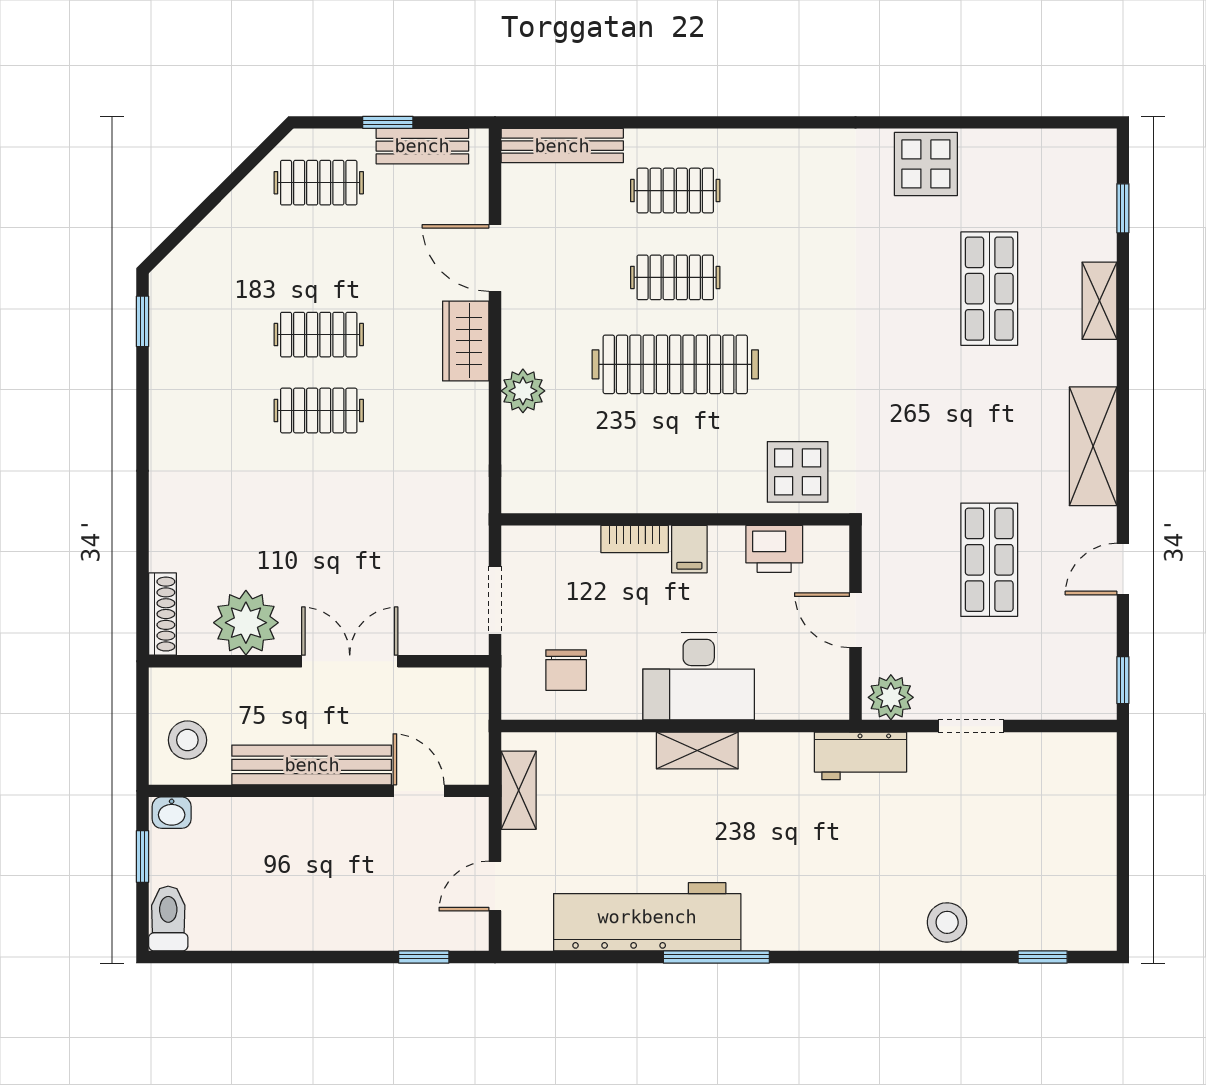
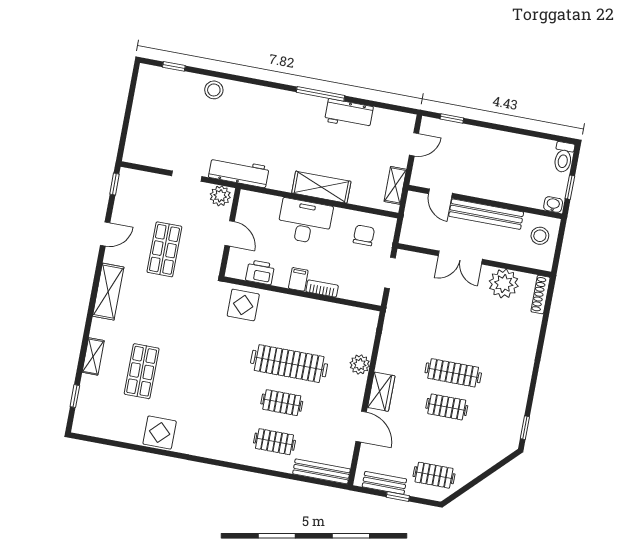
clothes rail: (319, 411) -> (453, 373), width x1.36
shelving: (697, 750) -> (321, 187), width x1.50, depth x1.33
workbench: (861, 756) -> (239, 172), width x1.38
workbench: (647, 917) -> (349, 114), width x0.53, depth x0.76

